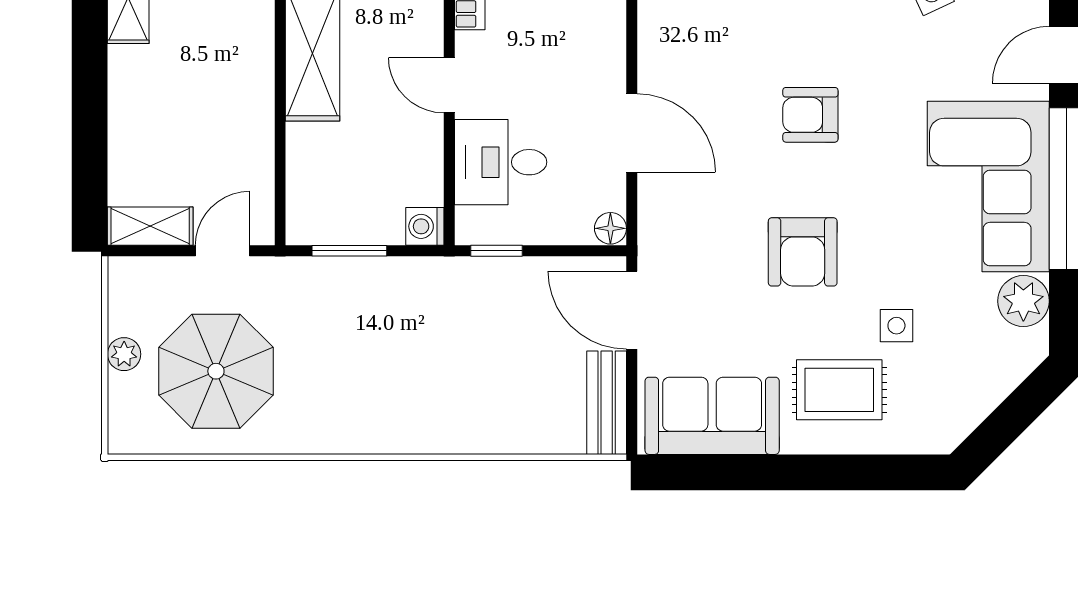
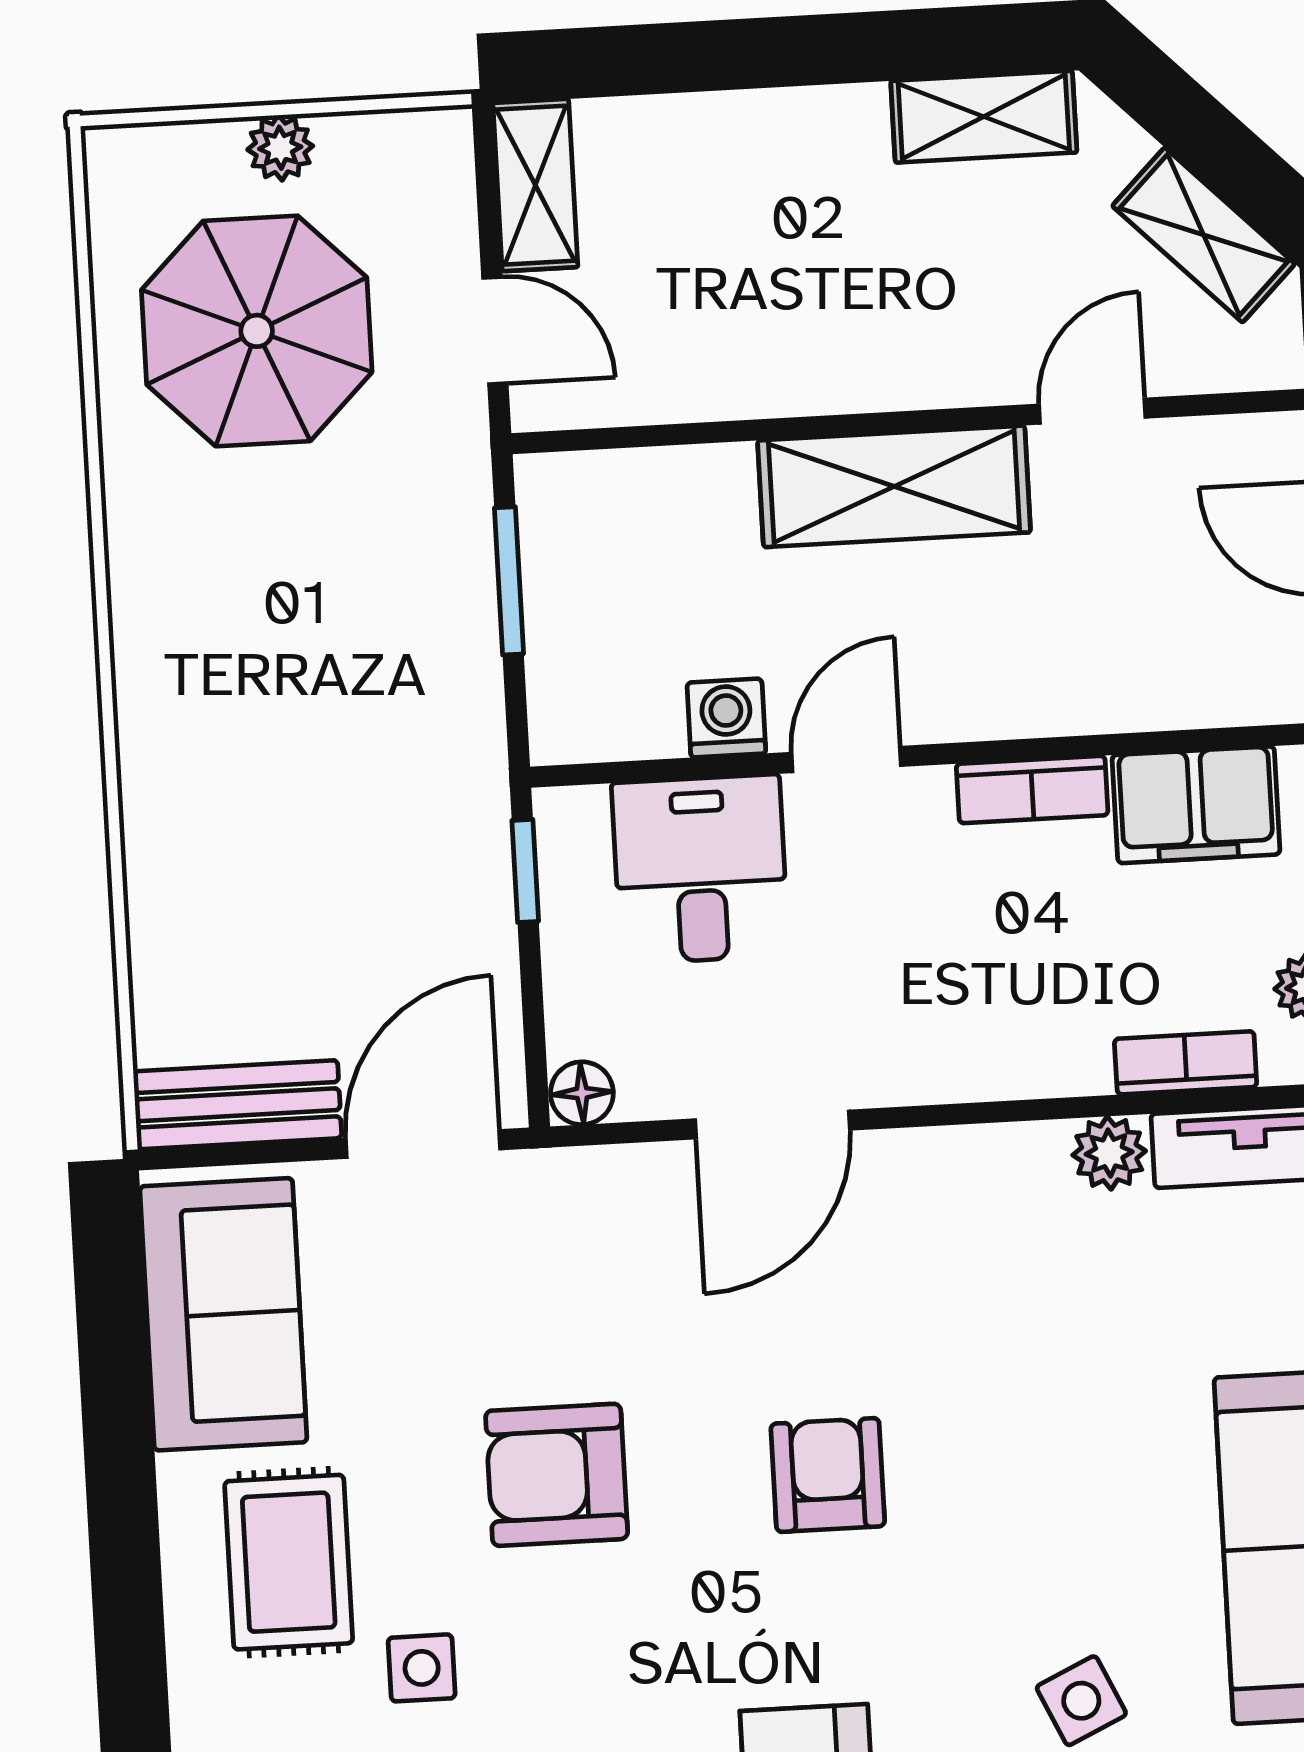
washing machine: (425, 226) -> (726, 718), moved

